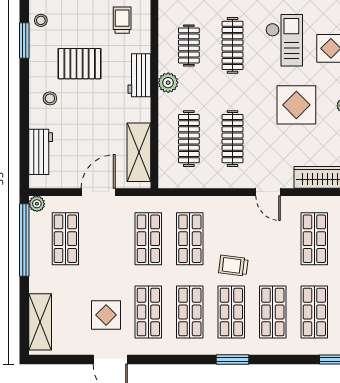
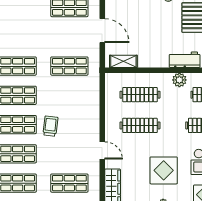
shelving: (139, 152) -> (123, 61), width x0.67, depth x0.75
door: (268, 192) -> (102, 150), swing flipped
shop shelf: (190, 239) -> (69, 95), removed
display table: (106, 315) -> (16, 36), removed

